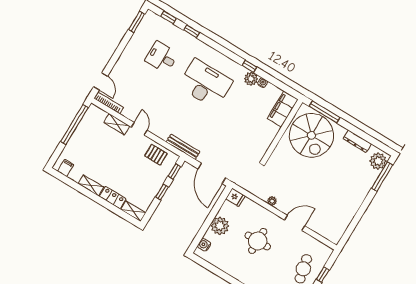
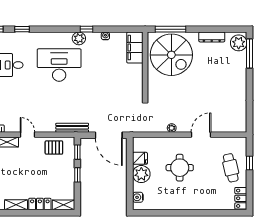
plant: (251, 79) -> (79, 38), moved
fridge: (235, 197) -> (140, 158), moved

